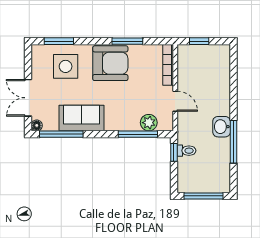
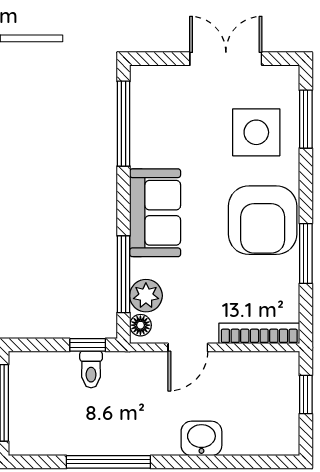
double door: (28, 98) -> (226, 59), moved
sofa: (82, 118) -> (155, 213), moved
floor lamp: (37, 125) -> (140, 325), moved
washbasin: (222, 127) -> (201, 438), moved

